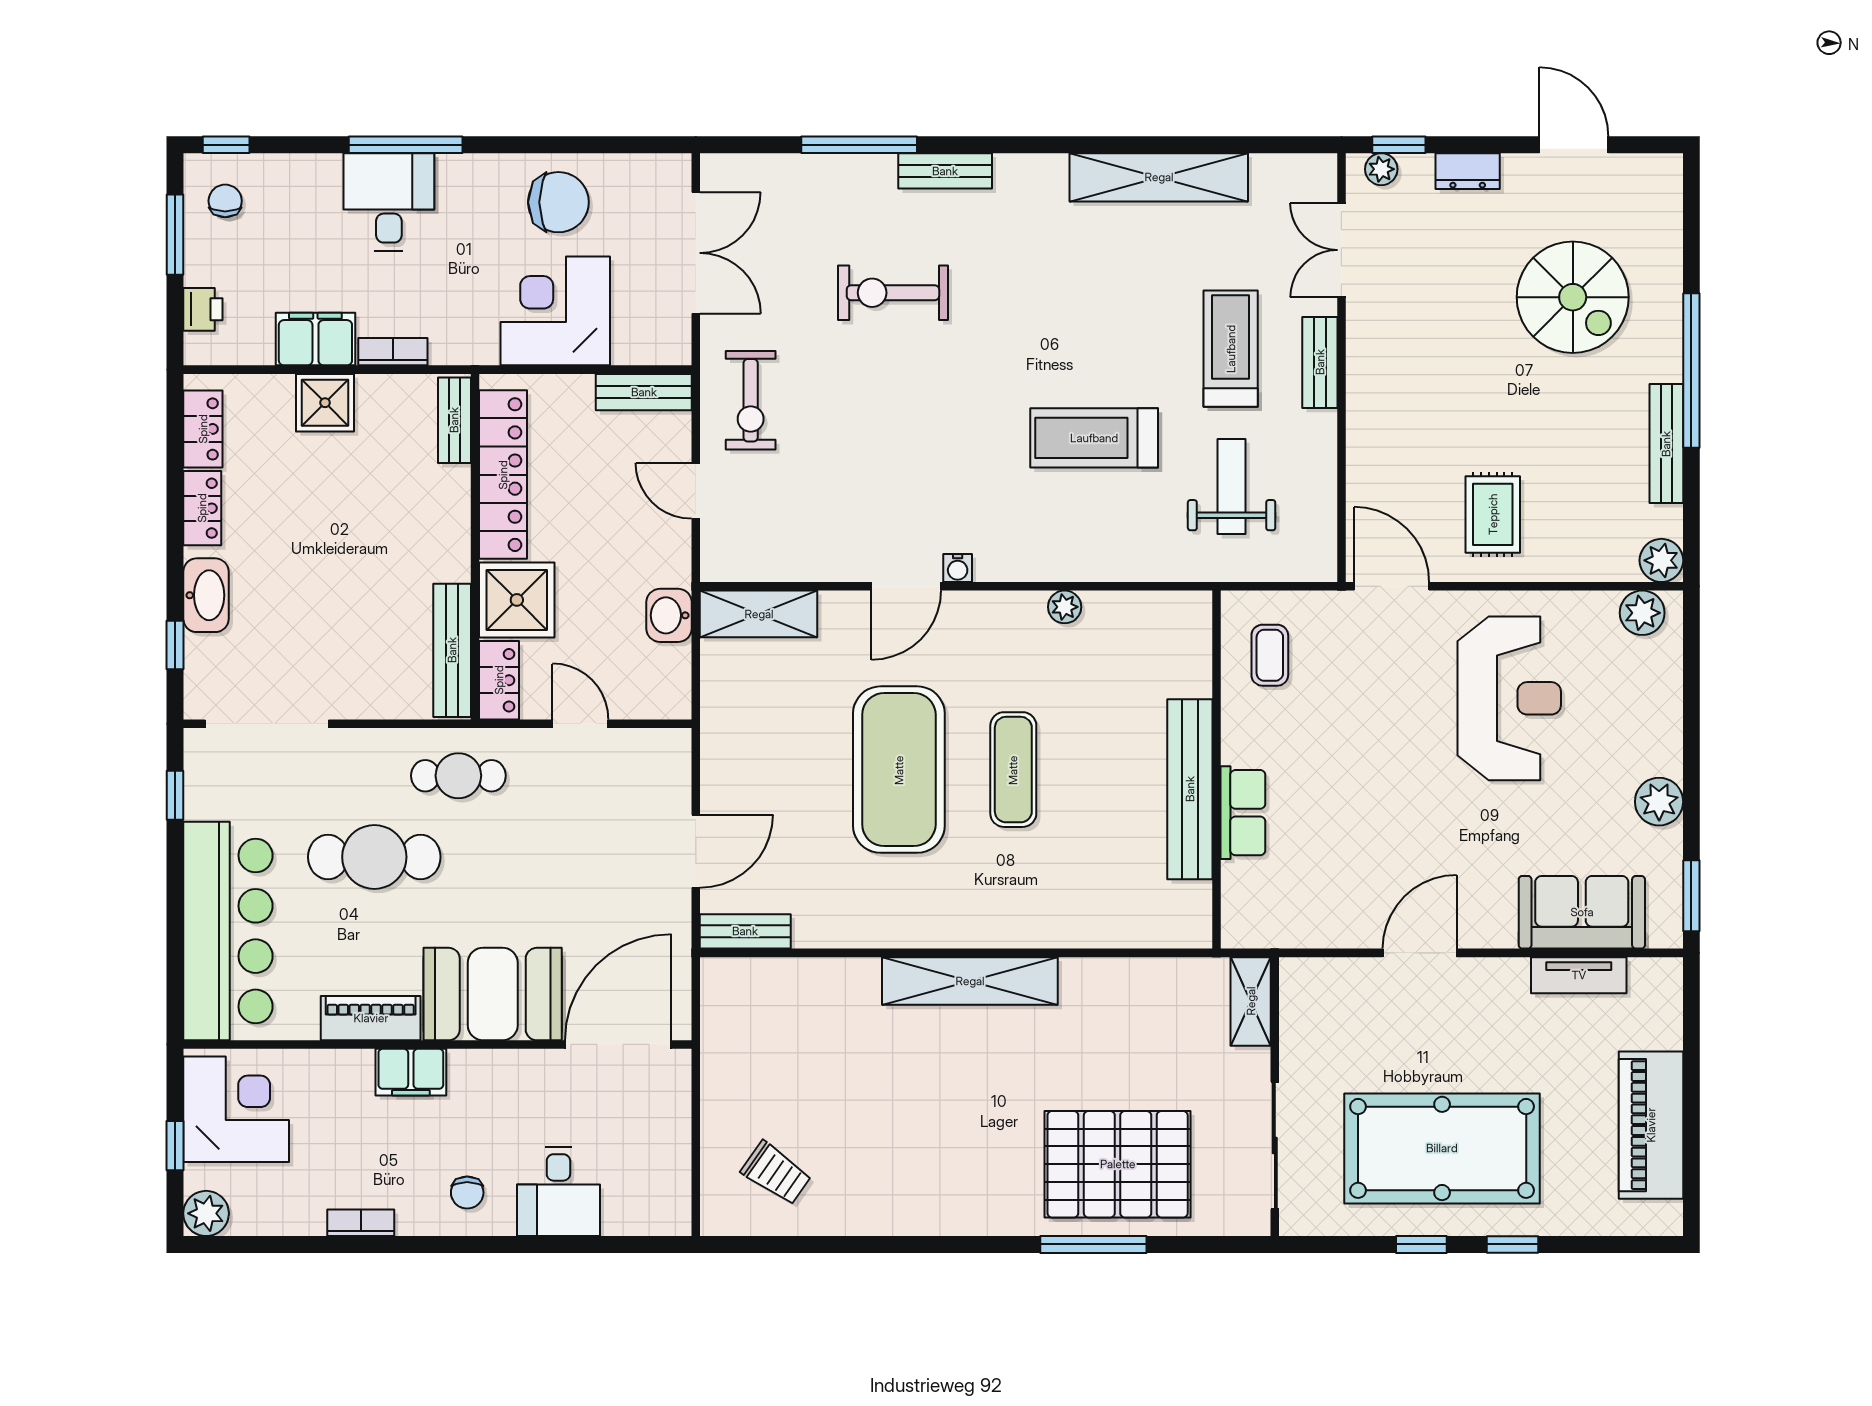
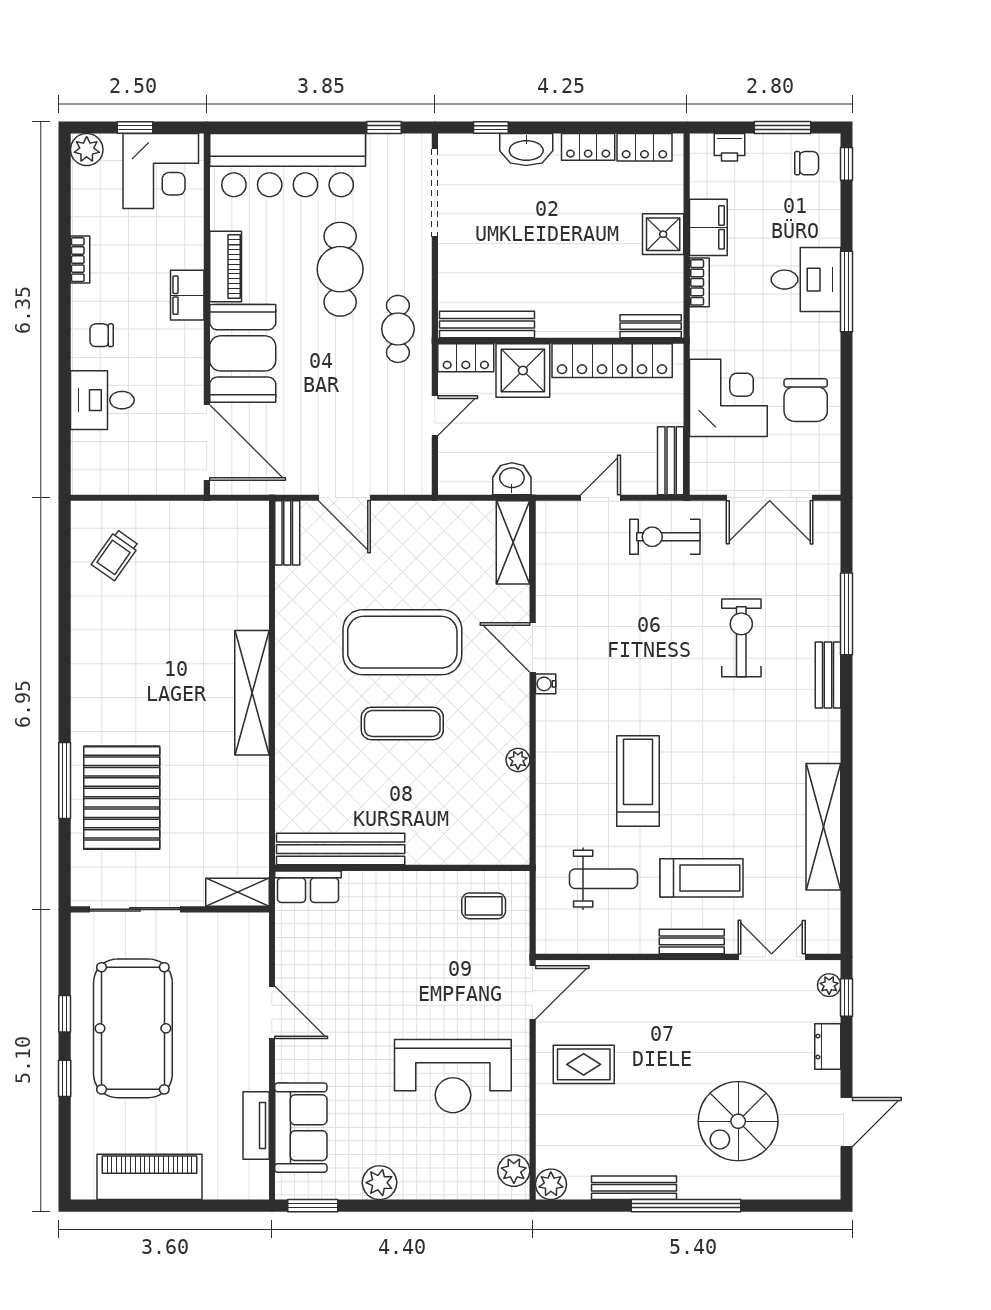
bench: (1190, 789) -> (341, 849), moved
row of seats: (1243, 813) -> (308, 887), moved

